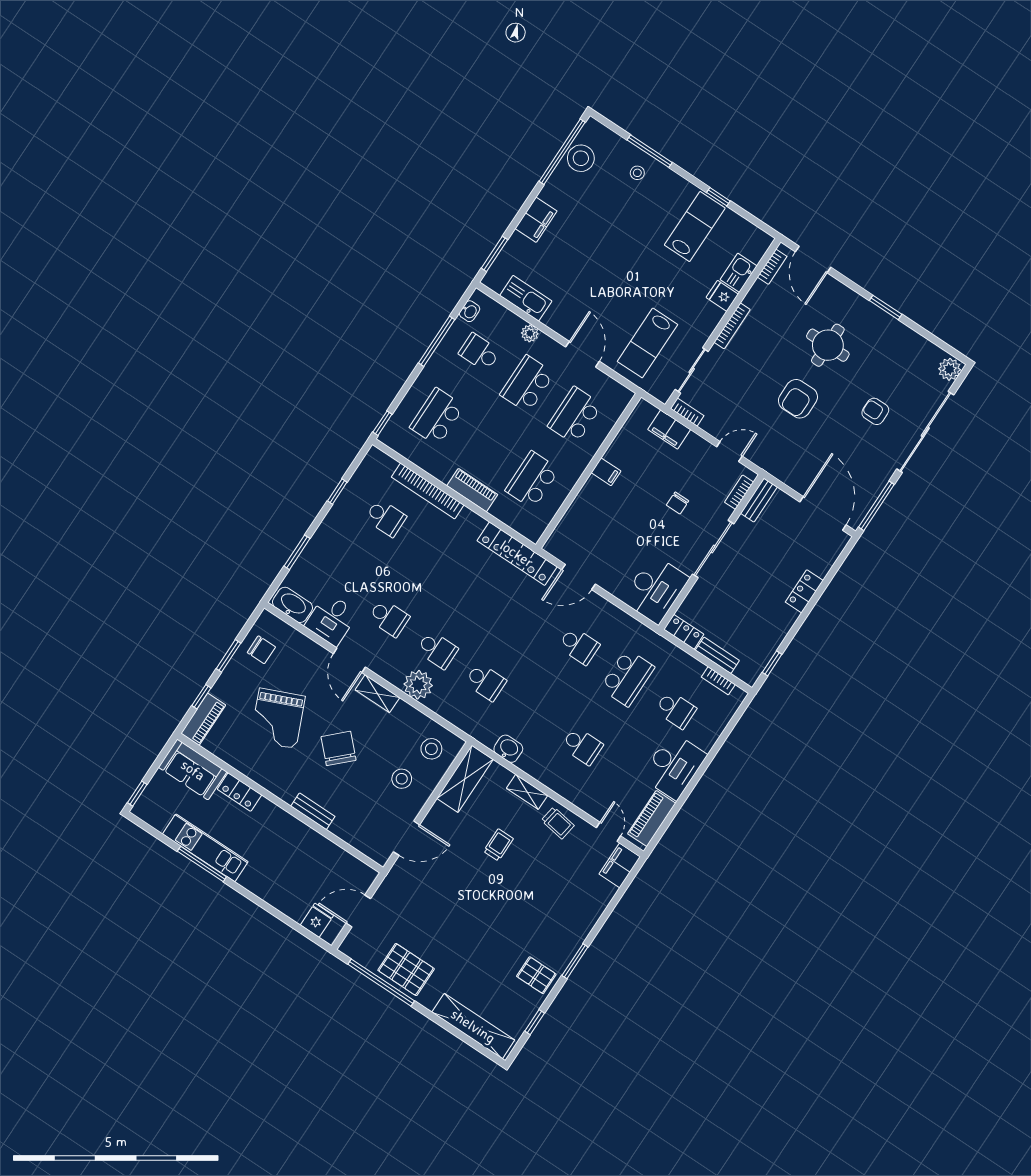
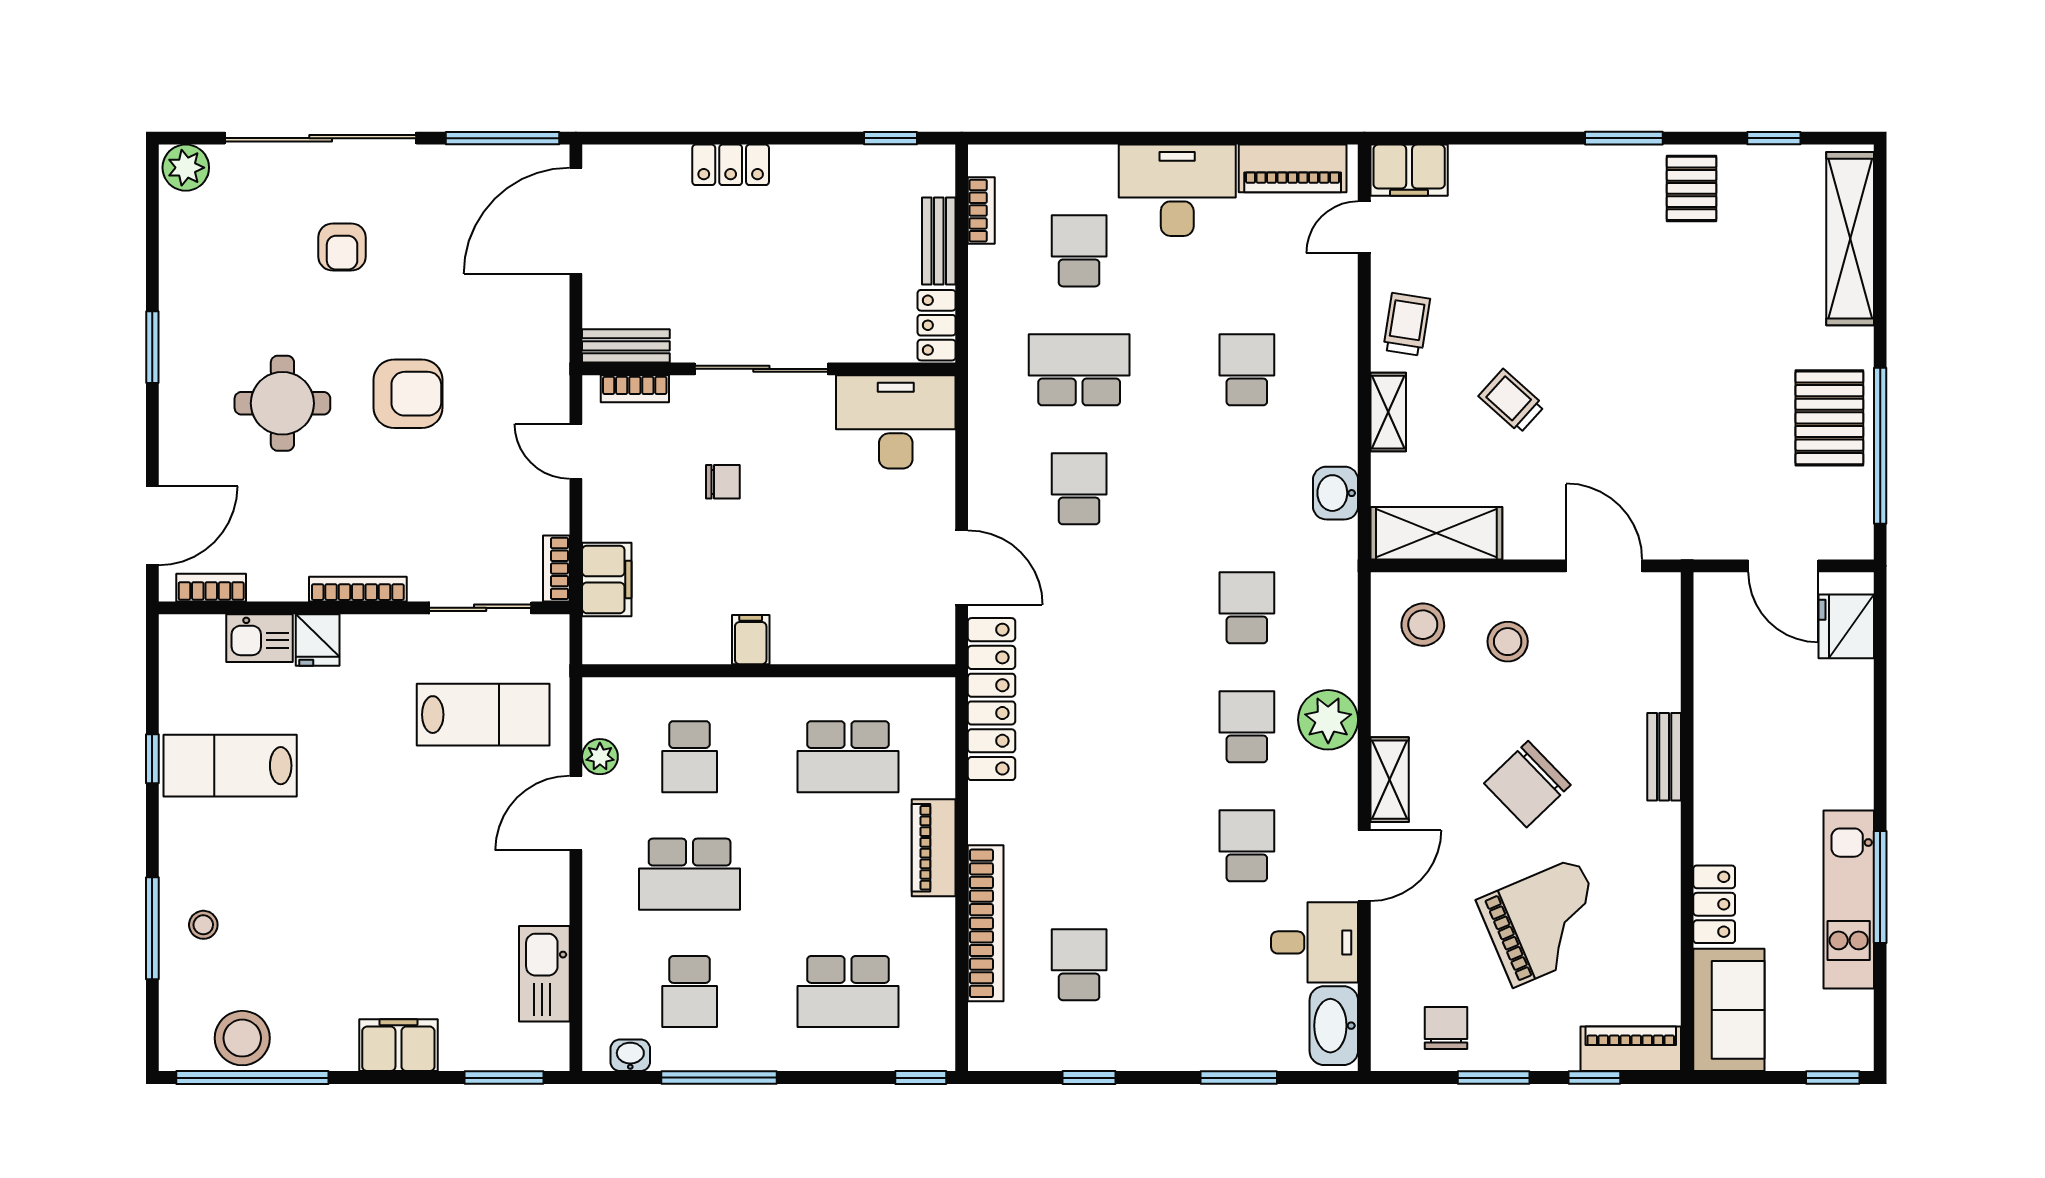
plant: (530, 333) -> (600, 757), moved
school desk: (575, 416) -> (690, 757), width x0.54
trolley: (498, 845) -> (1512, 401), turned 42
fridge: (317, 920) -> (1846, 626), width x1.38

